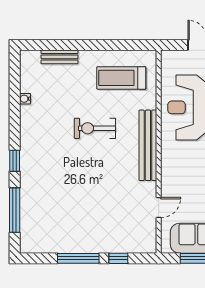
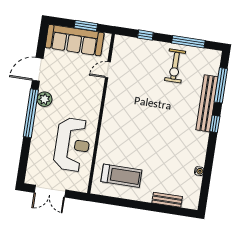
exercise bike: (95, 128) -> (175, 66), moved, turned 90
bench: (148, 145) -> (207, 103), moved
window: (78, 258) -> (188, 42), moved

